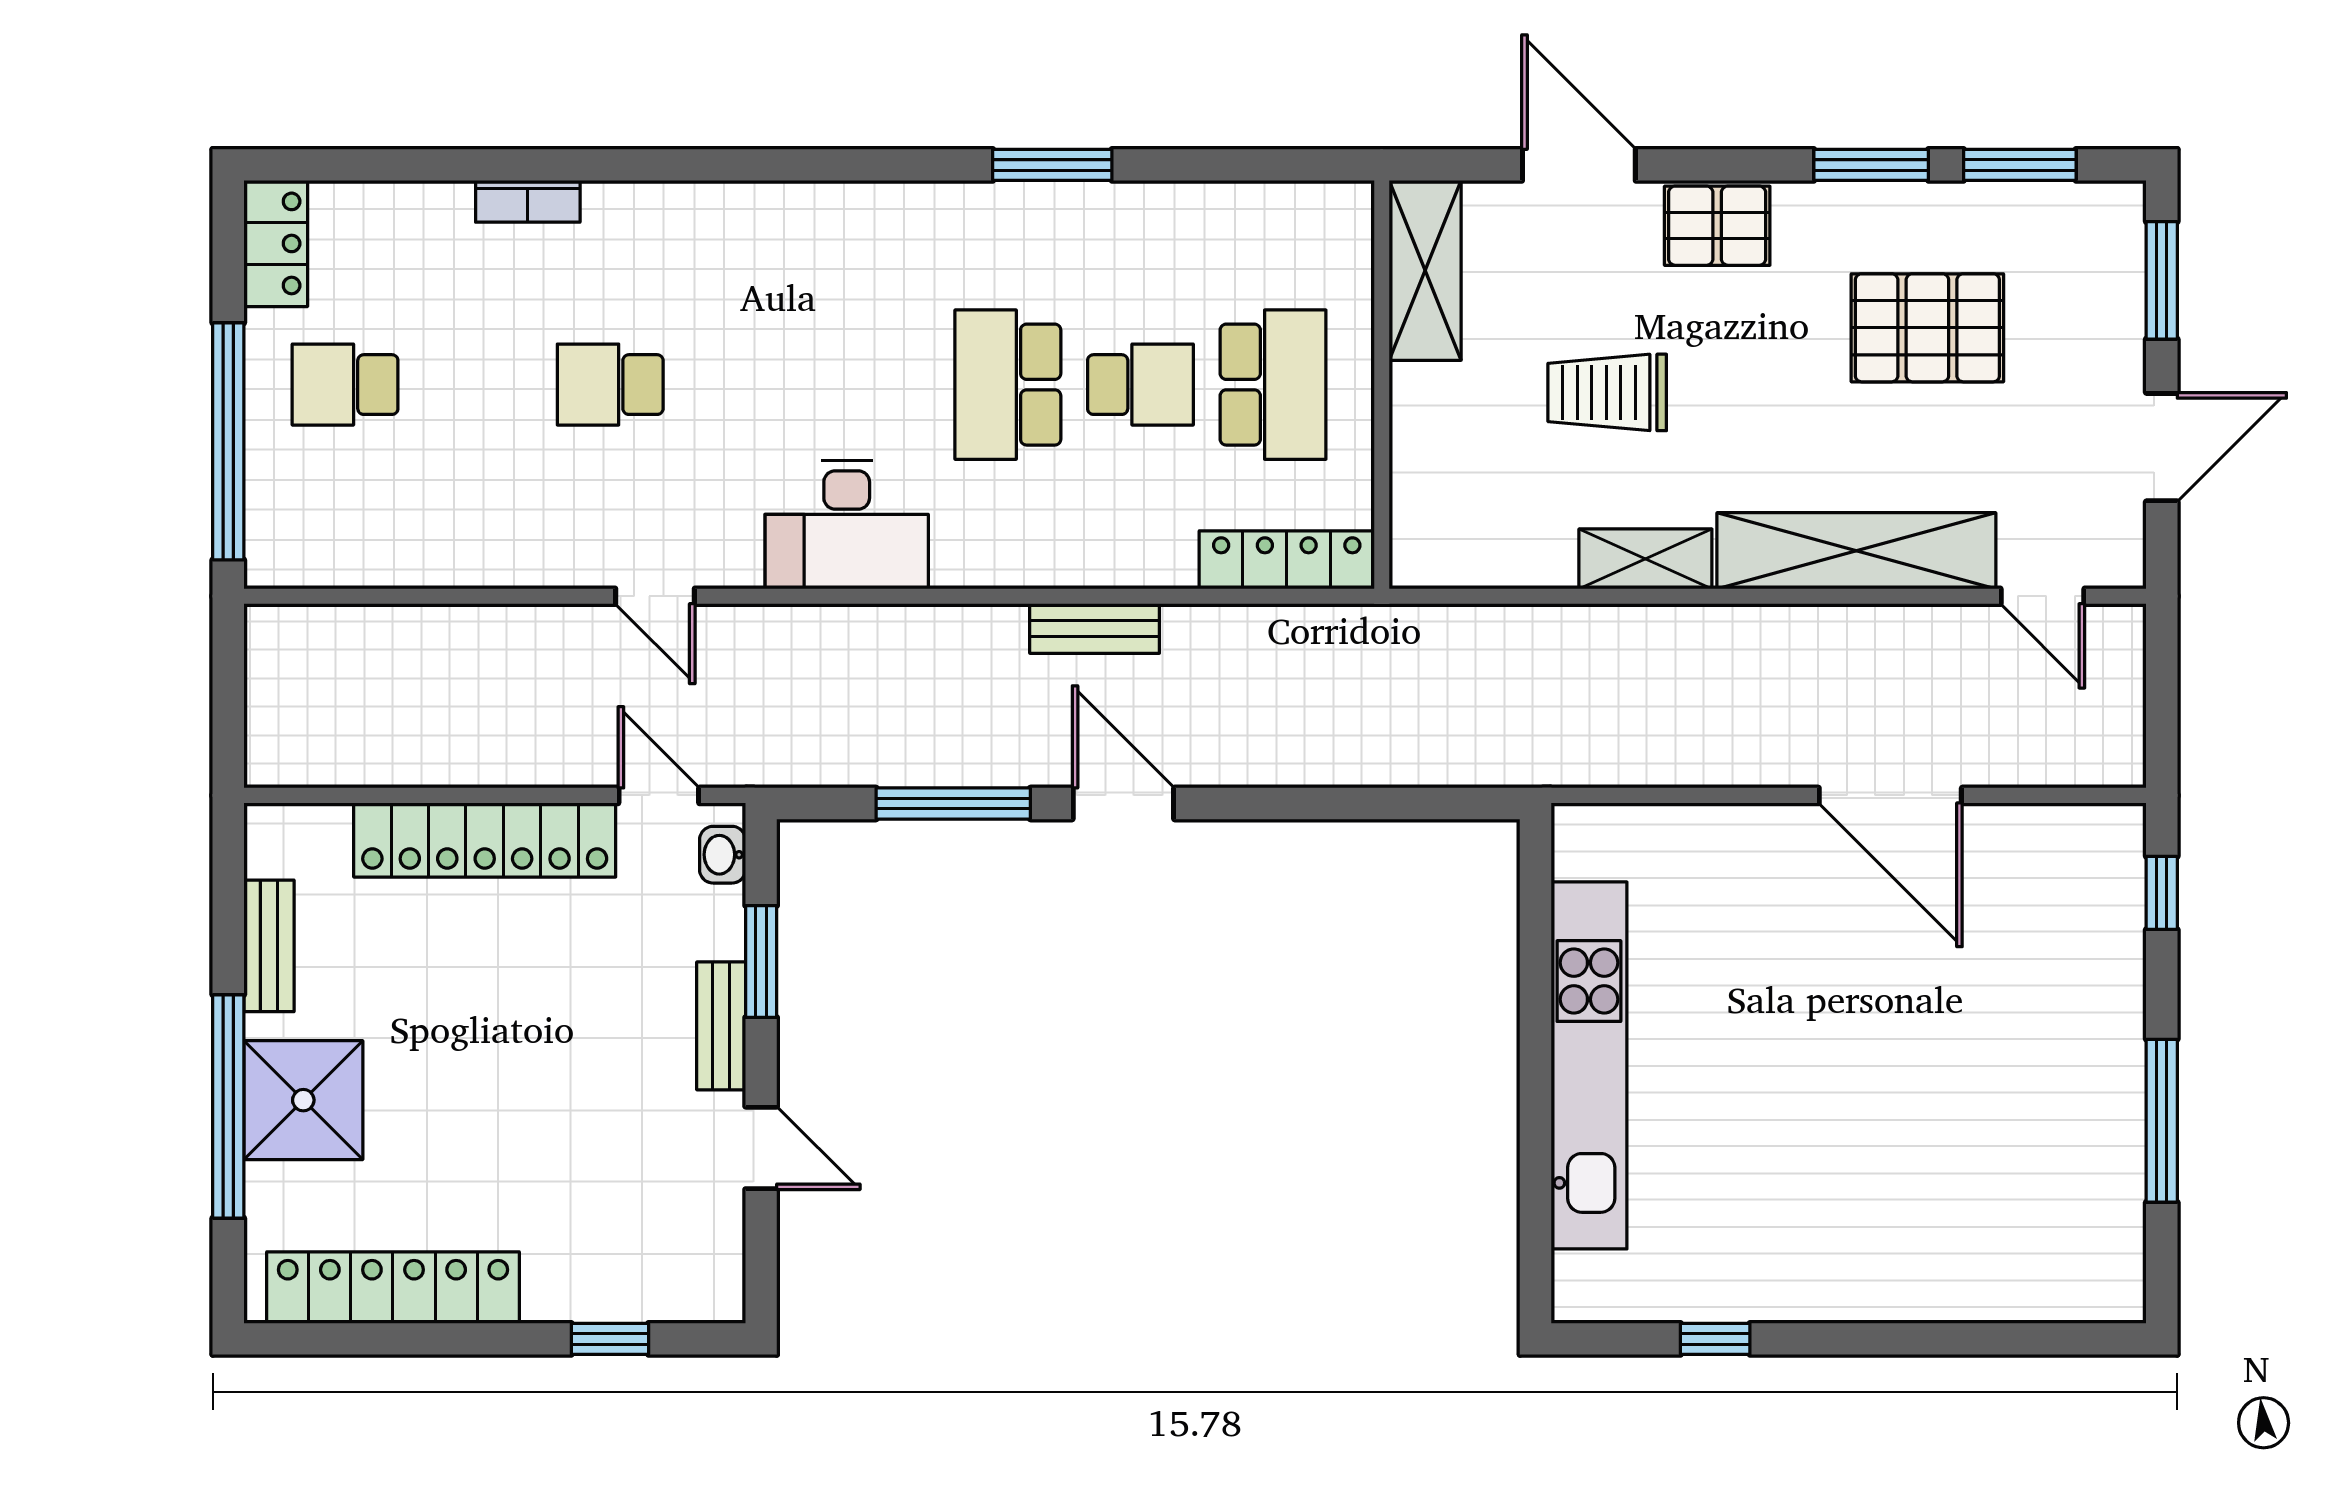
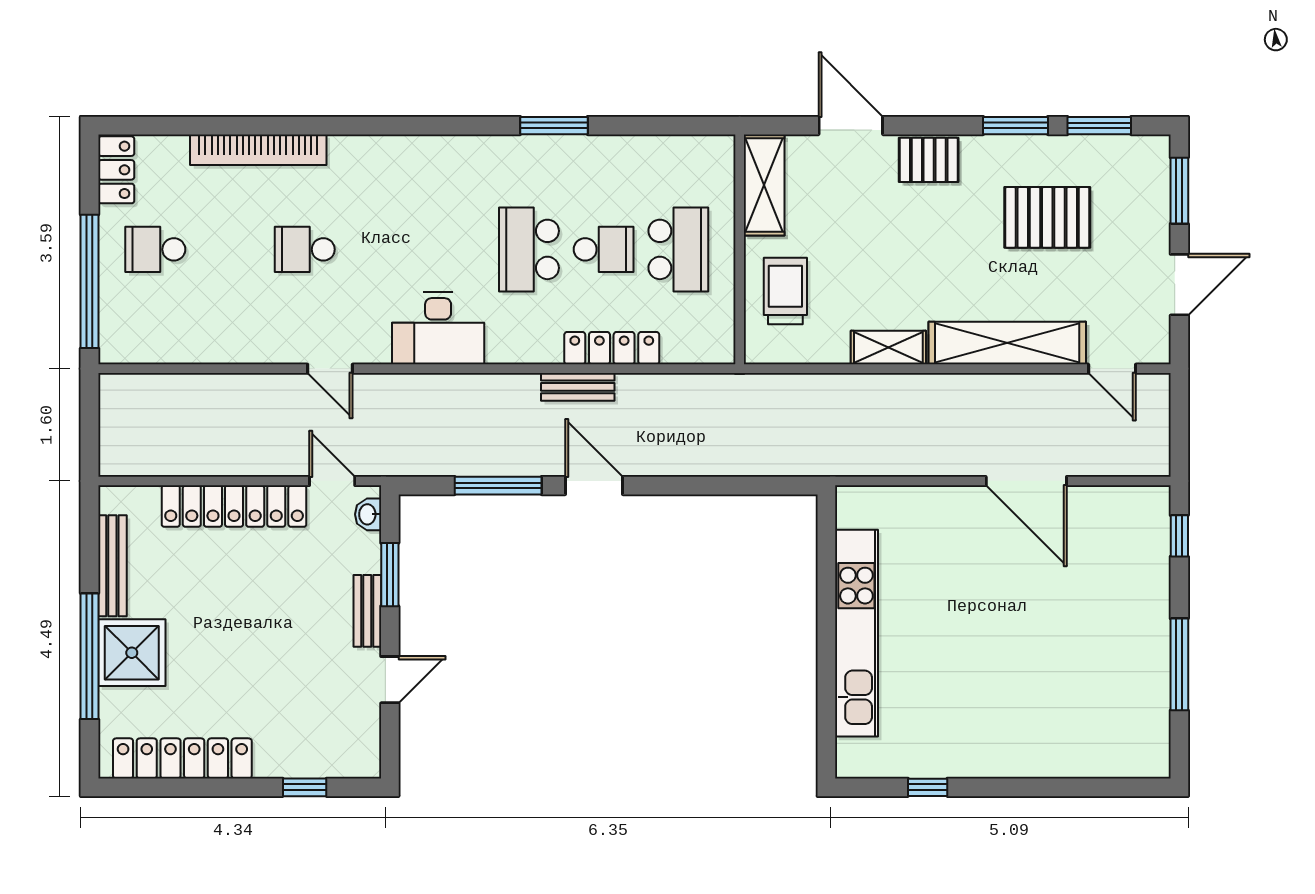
bookcase: (528, 201) -> (258, 150), width x2.31, depth x1.31
trolley: (1607, 392) -> (785, 291), moved, turned 90
locker: (1287, 560) -> (612, 348), moved
bench: (269, 946) -> (112, 566), width x1.36
door: (761, 1148) -> (390, 680), hinge flipped

